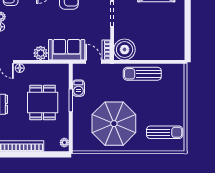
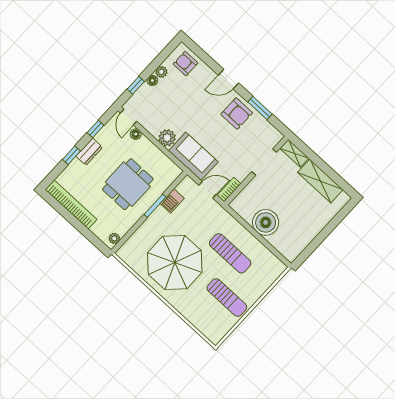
boiler: (125, 50) -> (266, 222), moved
door: (94, 62) -> (208, 190), hinge flipped
sun lounger: (142, 74) -> (230, 253), moved, turned 180
sun lounger: (165, 132) -> (227, 298), moved

